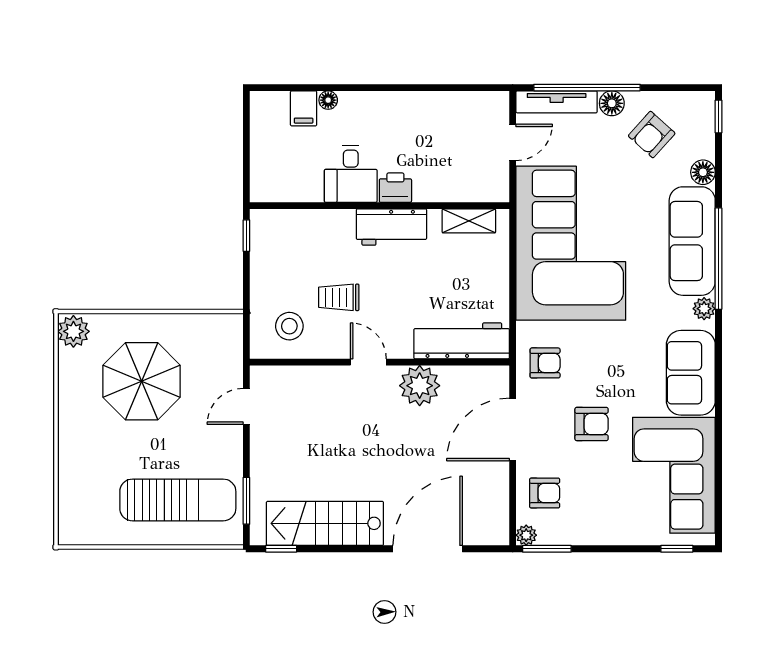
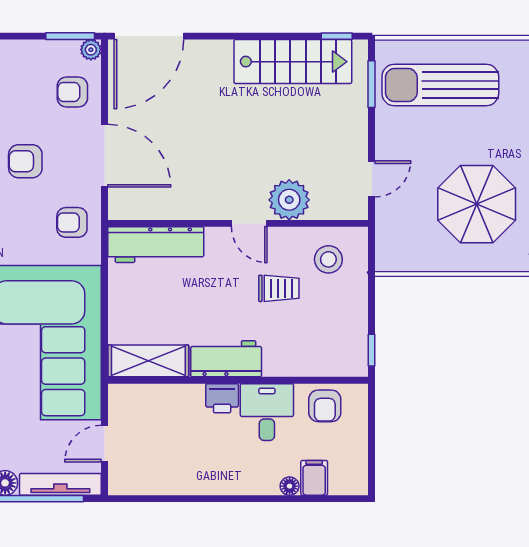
armchair: (293, 180) -> (325, 406), added
shelving: (469, 221) -> (148, 361), width x1.50, depth x1.33
plant: (420, 386) -> (289, 200), moved
door: (513, 430) -> (104, 156), hinge flipped
door: (428, 549) -> (149, 36), moved

